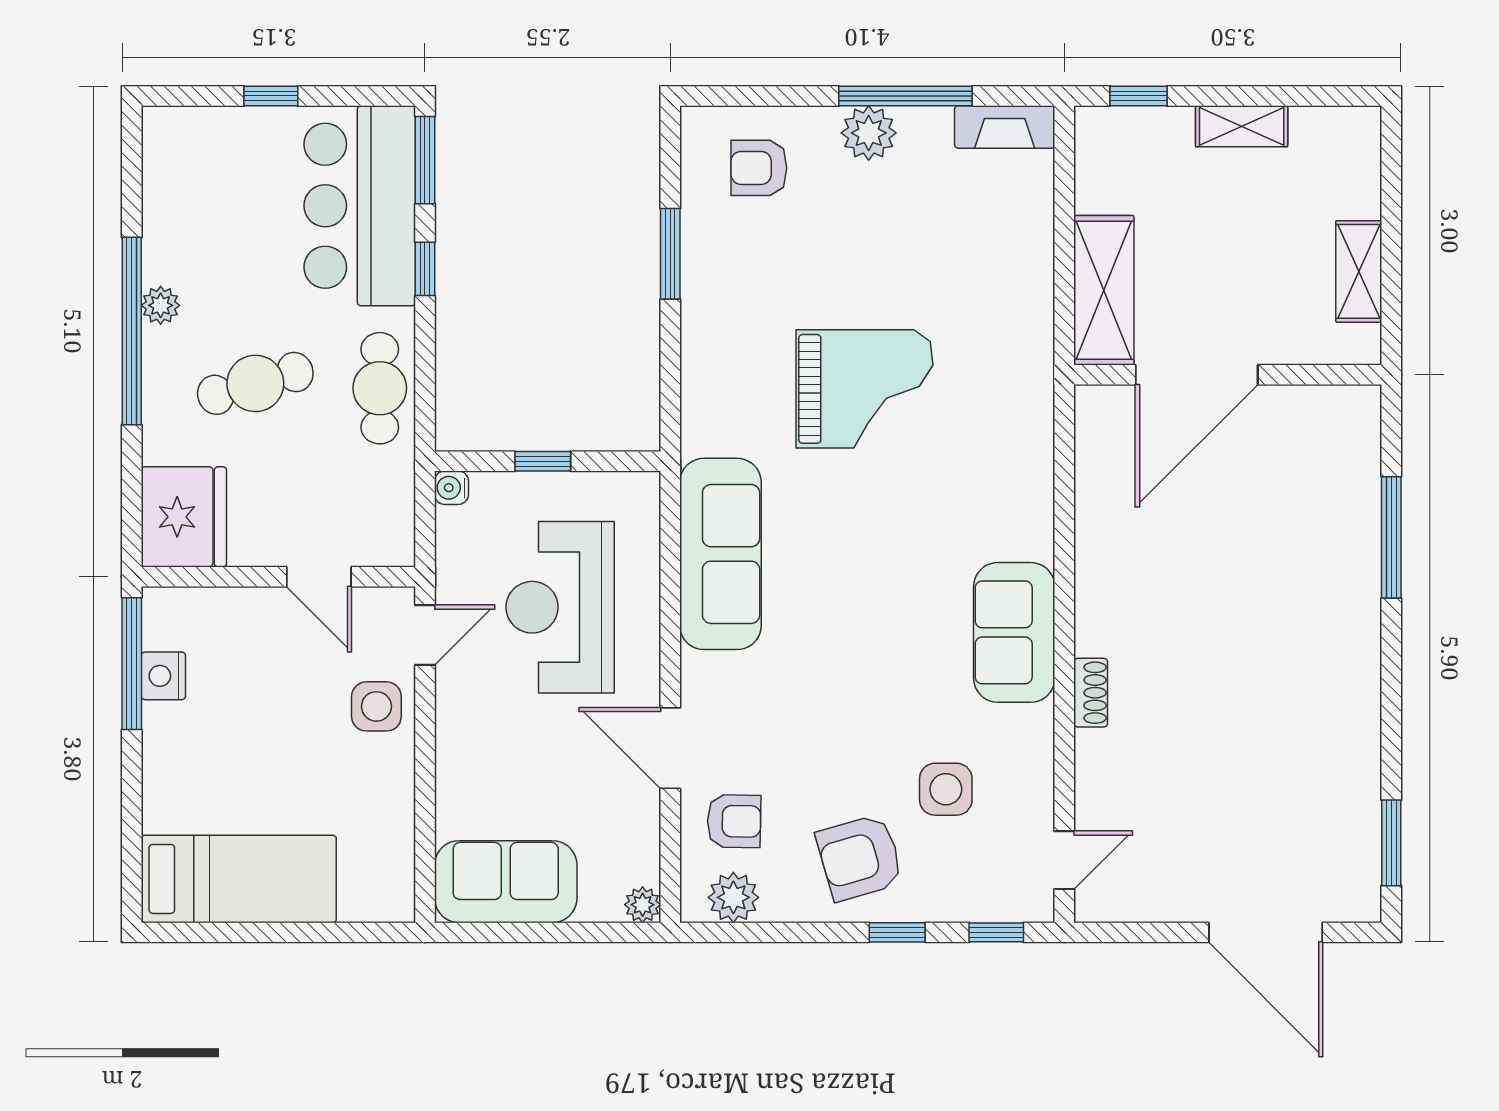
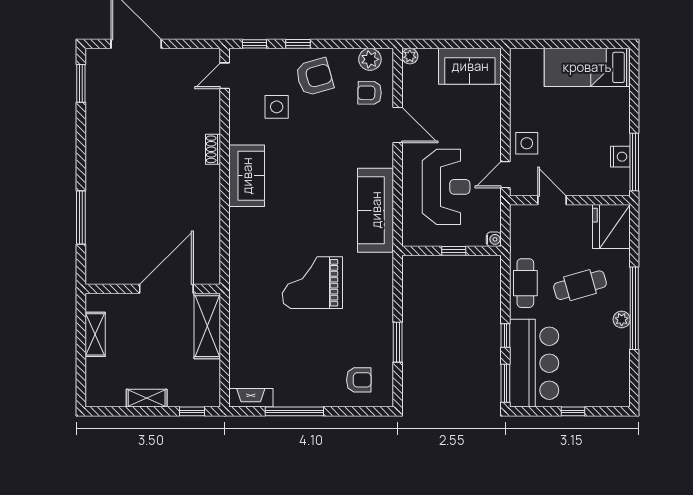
plant: (869, 133) -> (310, 395), removed

